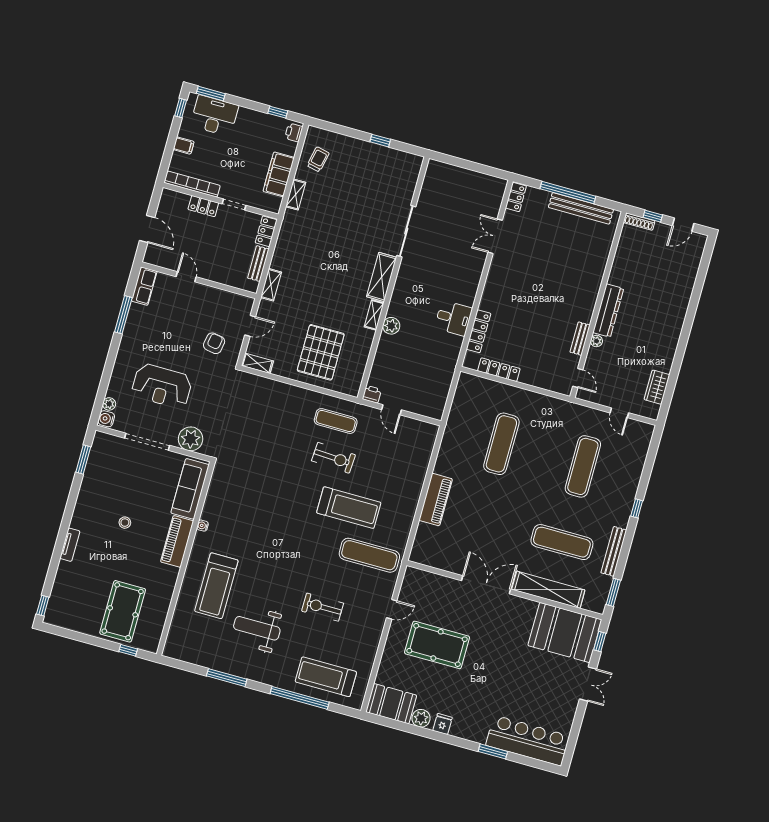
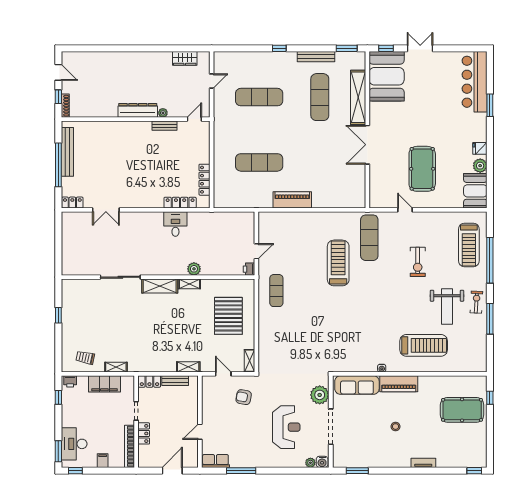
pallet: (321, 352) -> (228, 316), turned 90
exercise bike: (334, 458) -> (476, 302), moved, width x0.73, depth x0.72
piano: (436, 500) -> (292, 200), moved

